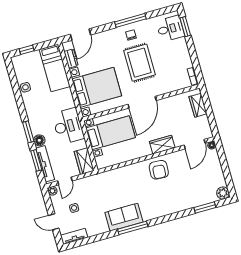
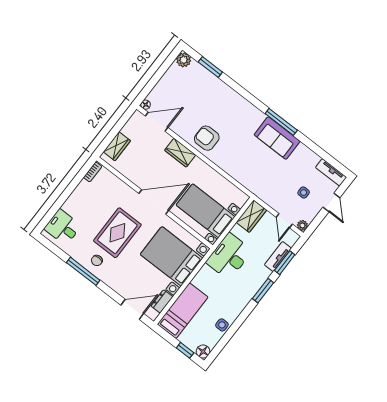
window: (185, 27) -> (50, 214), removed
floor lamp: (39, 140) -> (203, 352), moved
tv unit: (45, 164) -> (278, 257), width x0.71
armchair: (159, 170) -> (207, 138), turned -94
door: (65, 181) -> (284, 221), swing flipped

